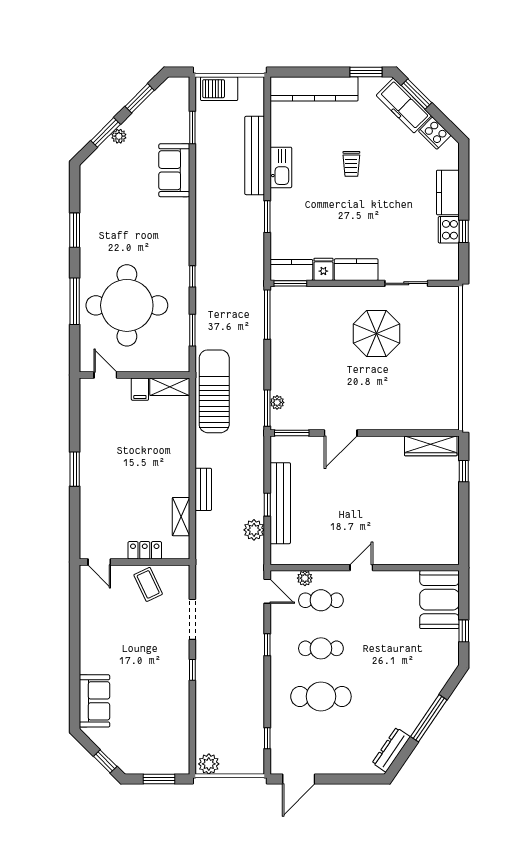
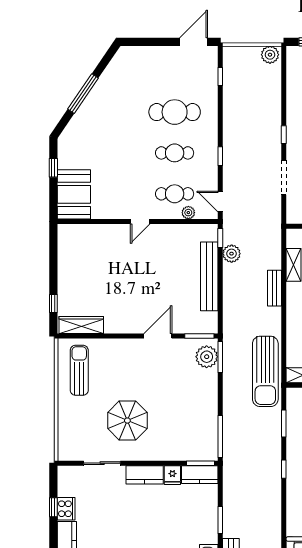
sun lounger: (433, 393) -> (79, 370), added
plant: (277, 402) -> (207, 357), width x1.87, depth x1.87
window: (267, 505) -> (220, 238), moved
dresser: (391, 750) -> (115, 67), removed

